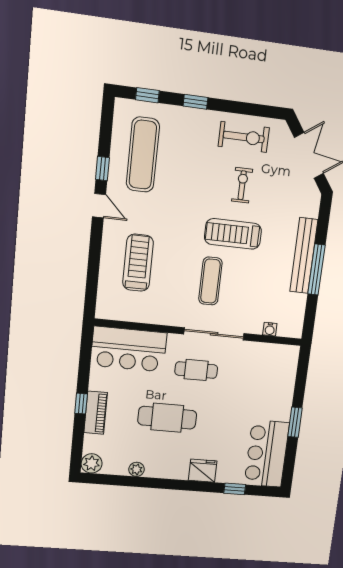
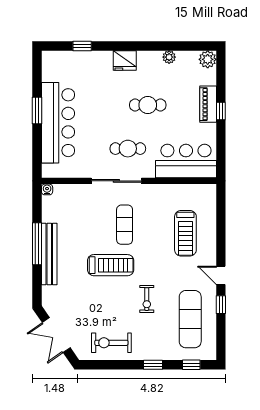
exercise bike: (242, 185) -> (147, 299), moved
water cooler: (270, 329) -> (47, 189), moved
cafe table: (167, 418) -> (148, 105), width x0.73, depth x0.74
bar counter: (267, 454) -> (58, 123), moved, width x1.36
fridge: (203, 471) -> (125, 60), moved

